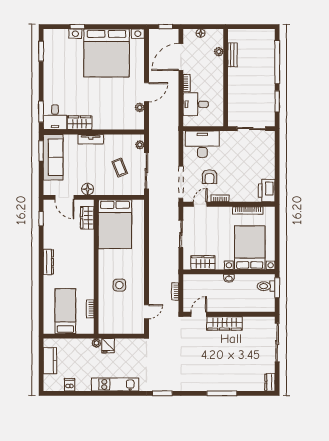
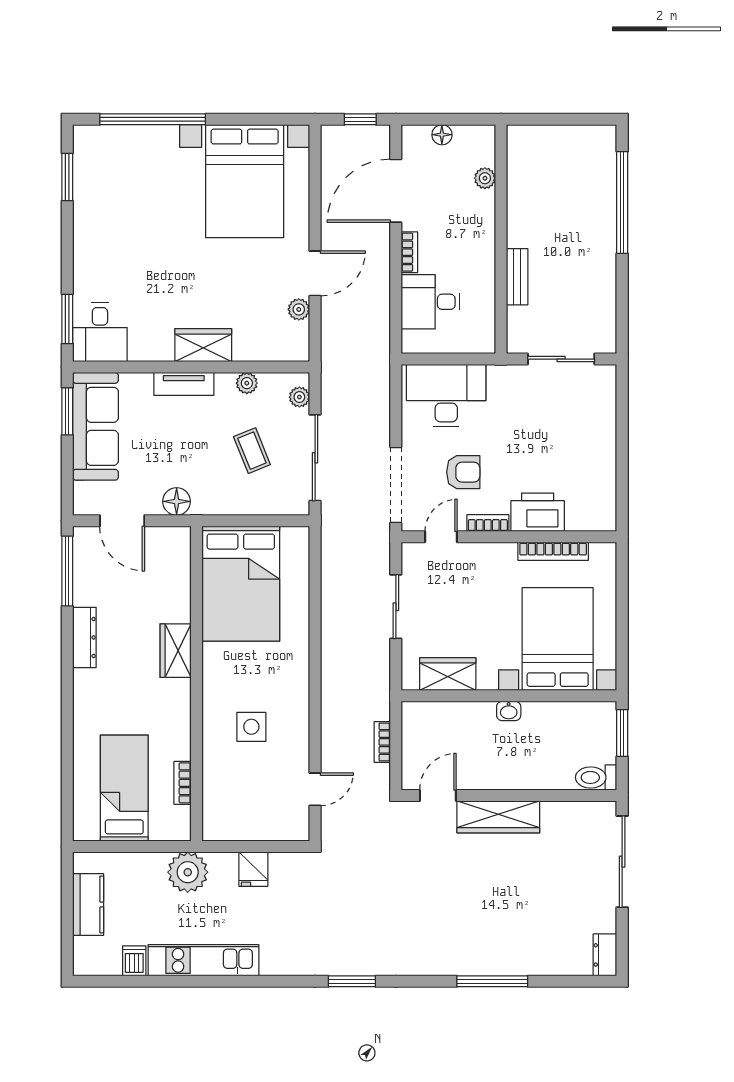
window: (77, 27) -> (153, 119), width x3.17
bed with nightstands: (107, 53) -> (245, 181), width x0.73
bench: (232, 55) -> (517, 277), moved
window: (277, 101) -> (622, 295), removed
wardrobe: (80, 123) -> (203, 345), moved
plant: (117, 139) -> (247, 383), added
armchair: (210, 177) -> (463, 472), turned -90
printer: (267, 191) -> (538, 512), moved, turned 90
wardrobe: (87, 218) -> (176, 651), moved
window: (41, 219) -> (67, 571), width x2.17
dresser: (48, 262) -> (84, 637), moved
toilet: (266, 286) -> (596, 777), moved
plant: (96, 343) -> (188, 872), width x1.88, depth x1.88
fridge: (108, 346) -> (253, 869), moved
kitchen unit: (115, 384) -> (204, 960), moved

